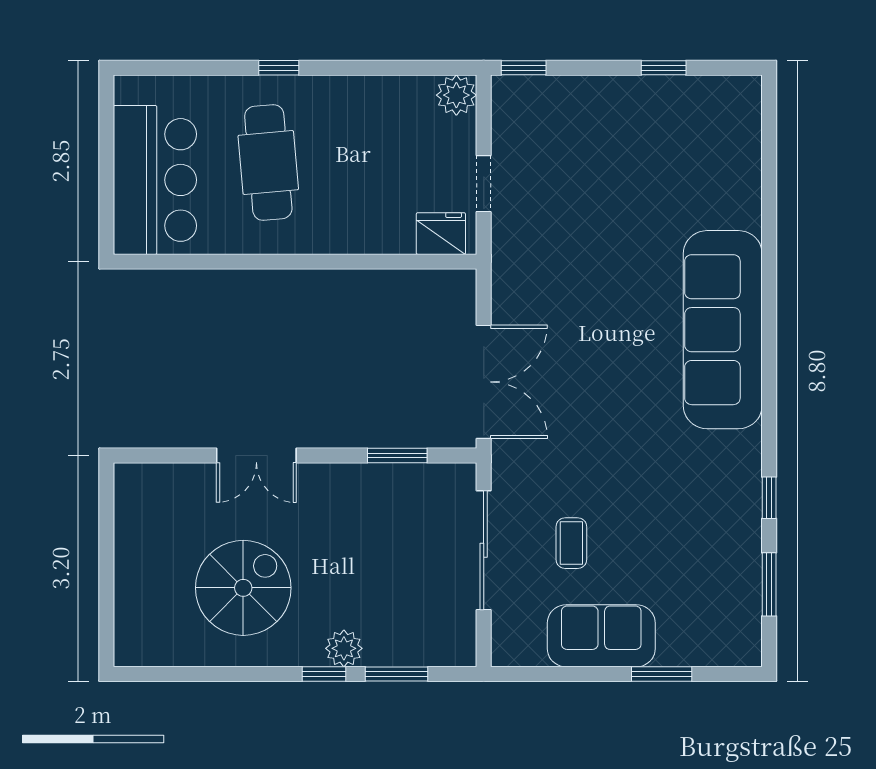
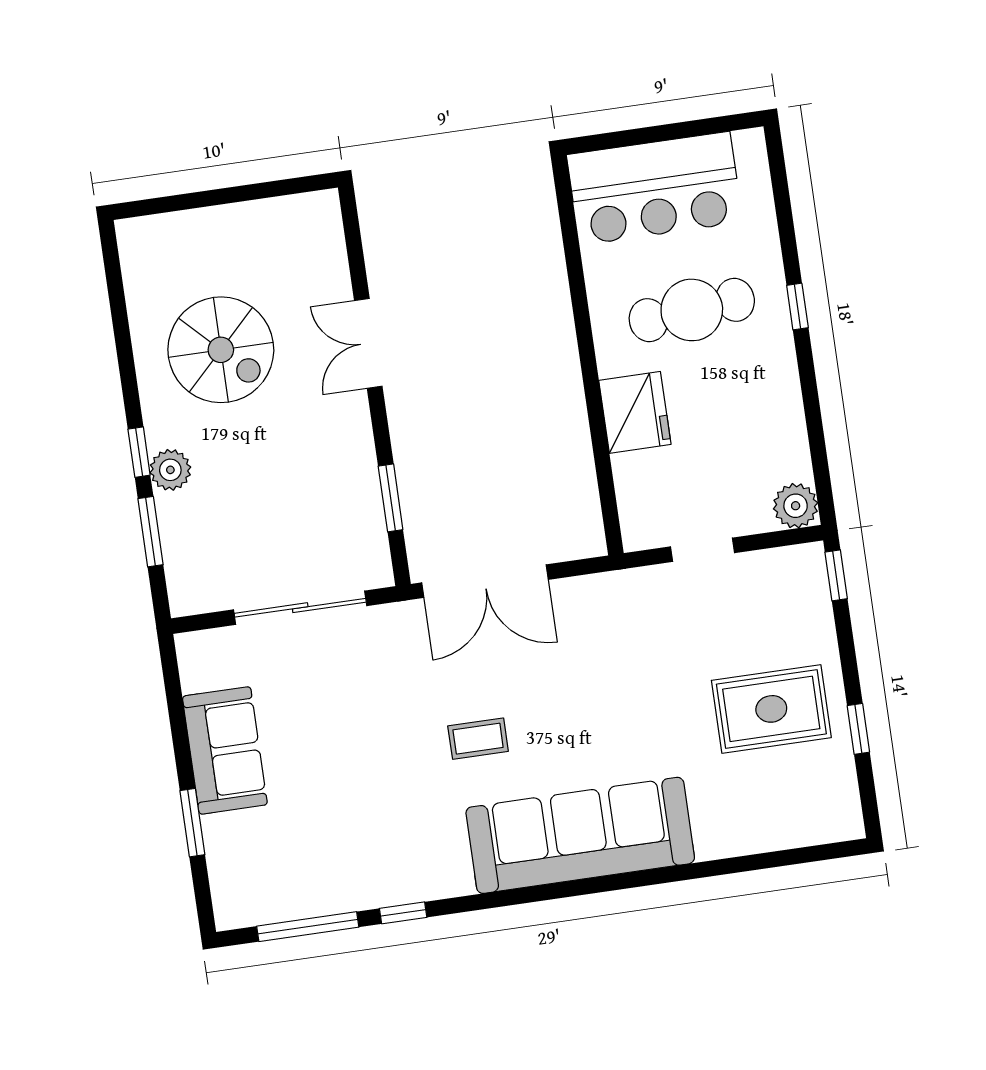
rug: (634, 143) -> (771, 709), added
fridge: (441, 234) -> (635, 412), moved, width x1.36, depth x1.34
coffee table: (571, 543) -> (478, 739), moved
window: (769, 584) -> (308, 927), width x1.44

